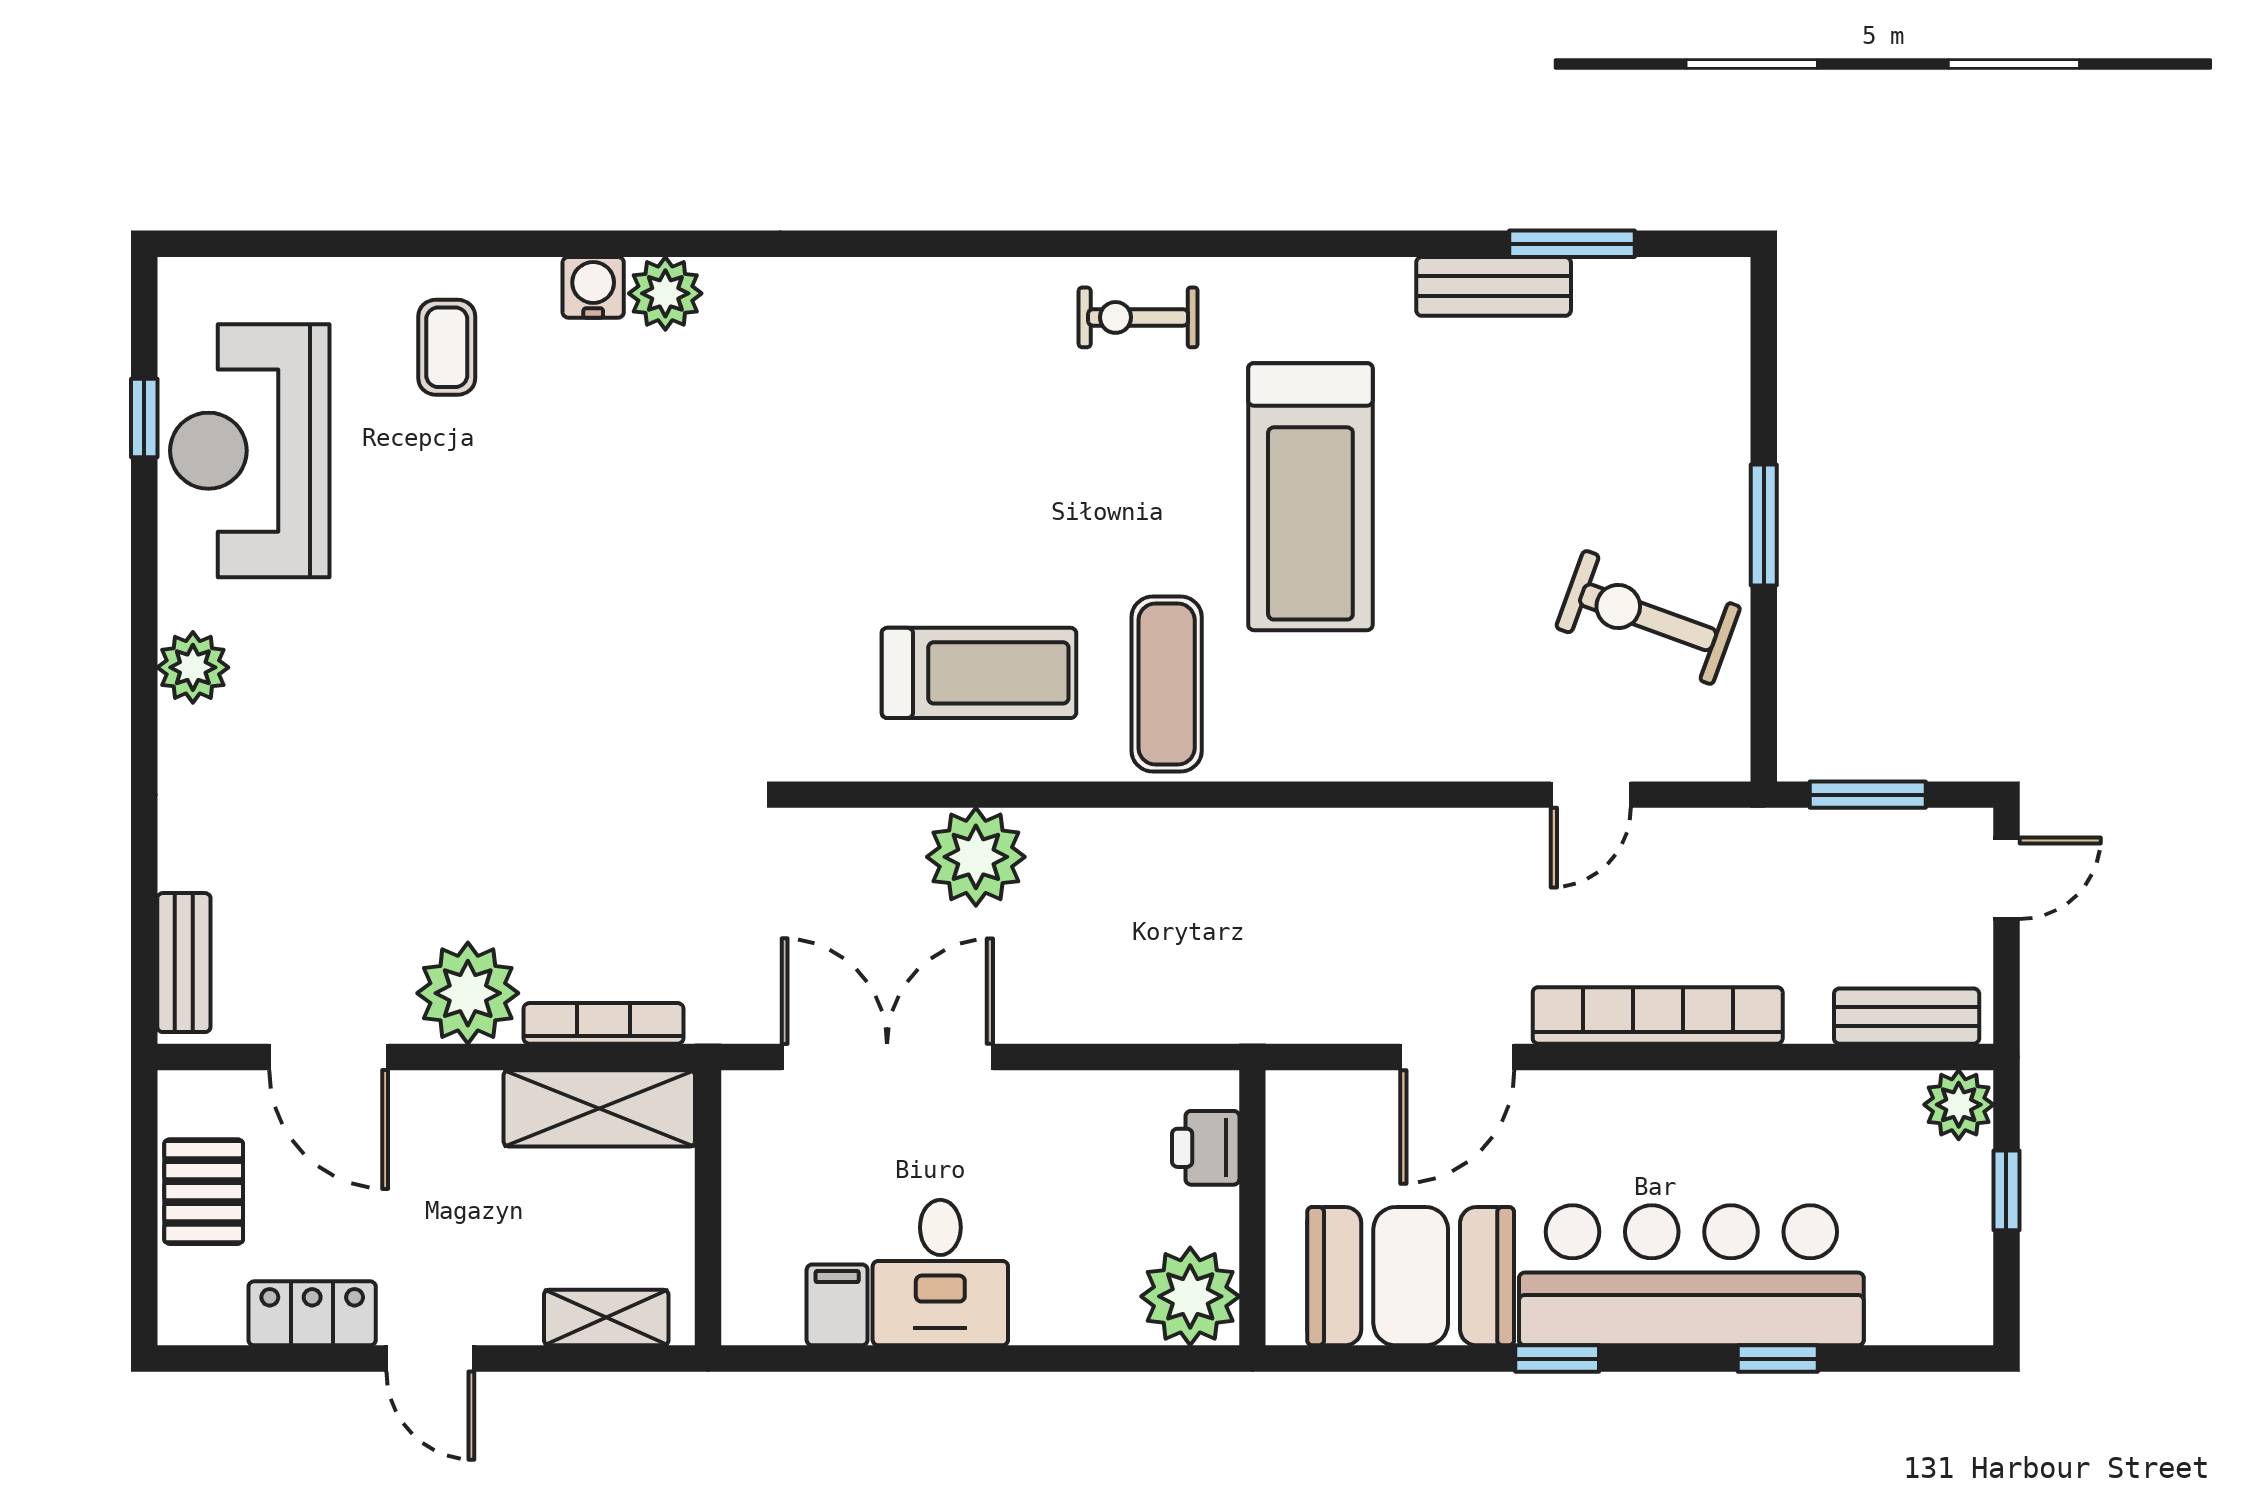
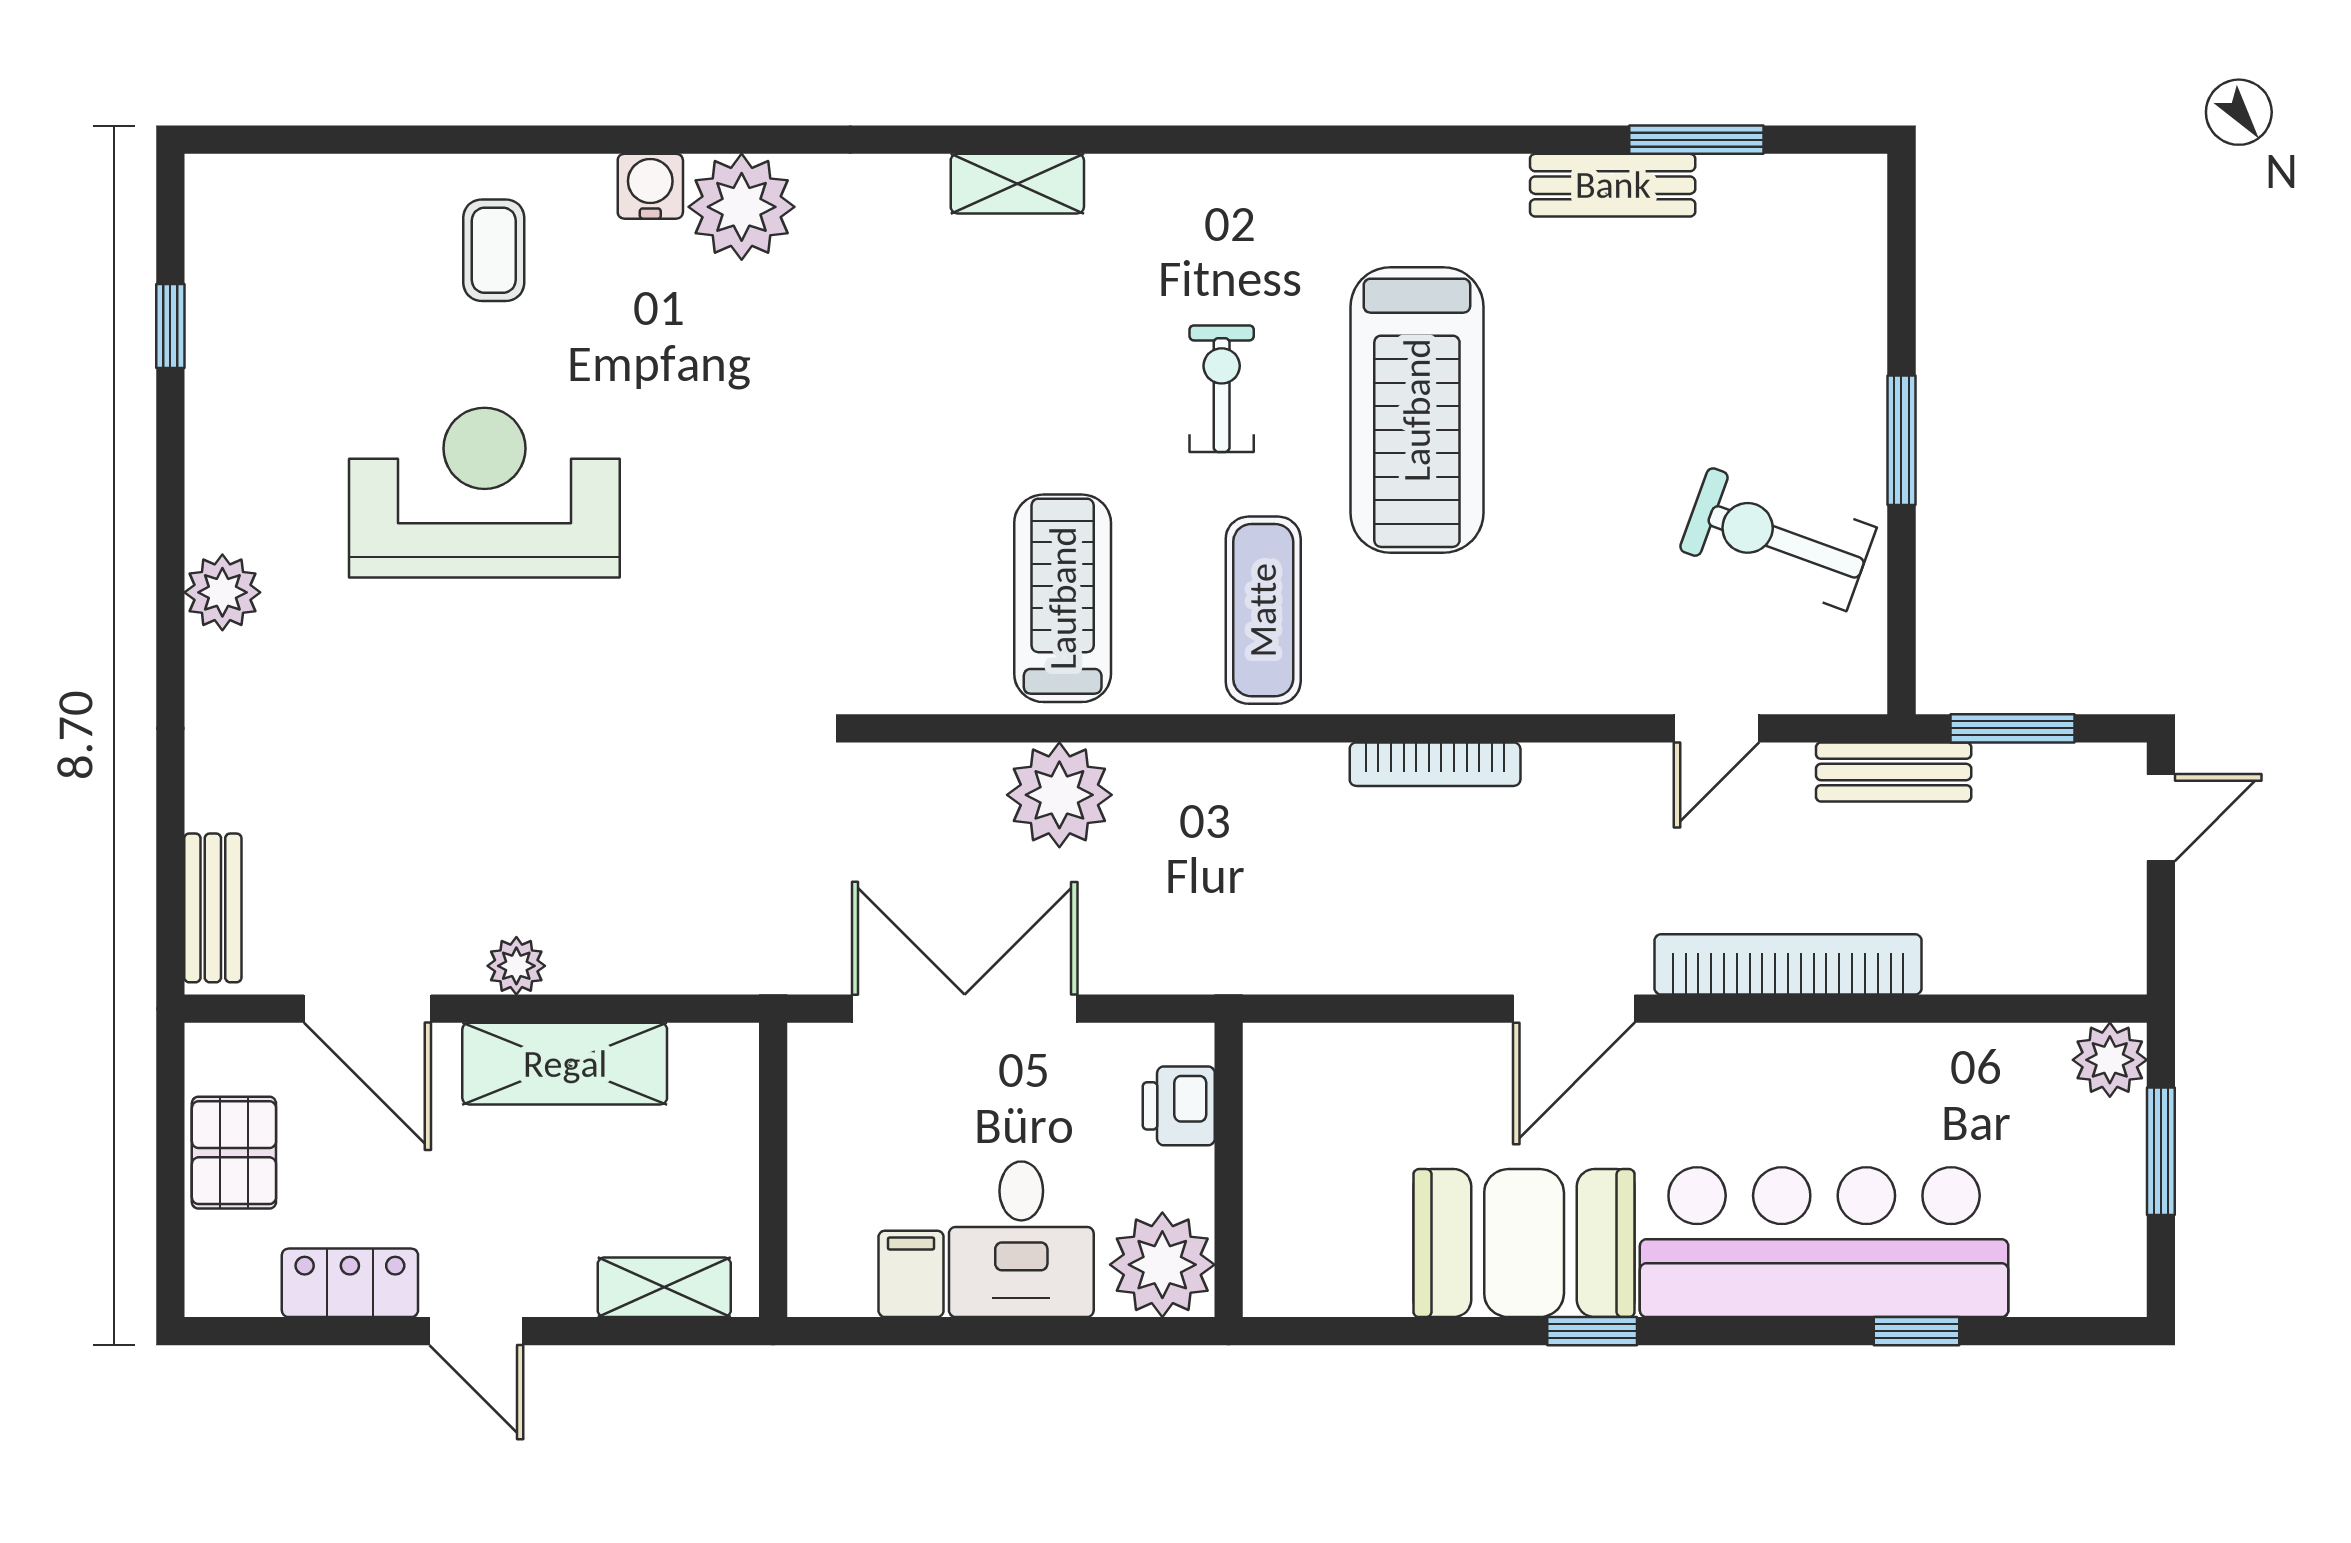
shelving: (937, 285) -> (1017, 184), added
plant: (665, 293) -> (742, 207), width x1.36, depth x1.36
exercise bike: (1138, 317) -> (1222, 389), moved, turned 90
reception desk: (250, 451) -> (484, 493), moved, turned 90
treadmill: (979, 673) -> (1063, 598), turned -90
plant: (468, 993) -> (516, 966), width x0.53, depth x0.53
bench: (1907, 1016) -> (1894, 772), moved
bookcase: (603, 1023) -> (1435, 764), moved, turned 180
shelving: (599, 1108) -> (565, 1064), moved
printer: (1206, 1148) -> (1179, 1106), moved
window: (2006, 1190) -> (2161, 1151), width x1.50
wall: (1252, 1208) -> (1229, 1170), moved
plant: (1190, 1296) -> (1162, 1265), moved
window: (1557, 1359) -> (1592, 1331), moved

